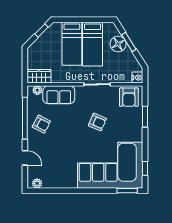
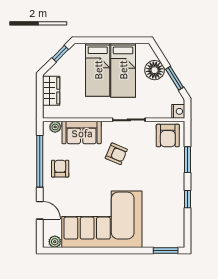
window: (129, 42) -> (175, 78), moved
wardrobe: (39, 76) -> (51, 91), moved, turned 90
armchair: (97, 122) -> (116, 154), moved
armchair: (41, 124) -> (60, 169), turned -118
corner sofa: (110, 165) -> (102, 219), moved
window: (145, 168) -> (188, 199), moved

